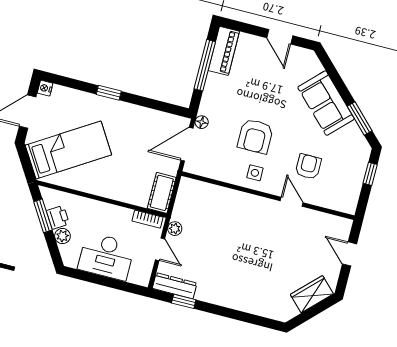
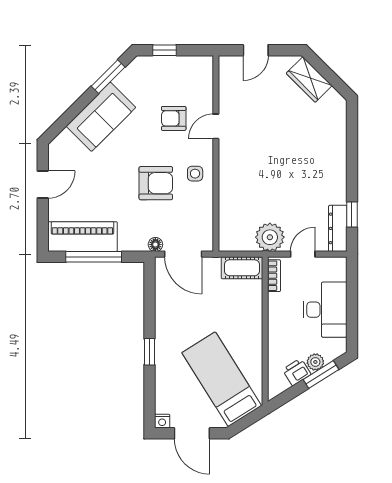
piano: (224, 51) -> (82, 237), width x1.37, depth x1.33
window: (43, 216) -> (321, 375), moved
plant: (175, 229) -> (270, 237), width x1.87, depth x1.87

